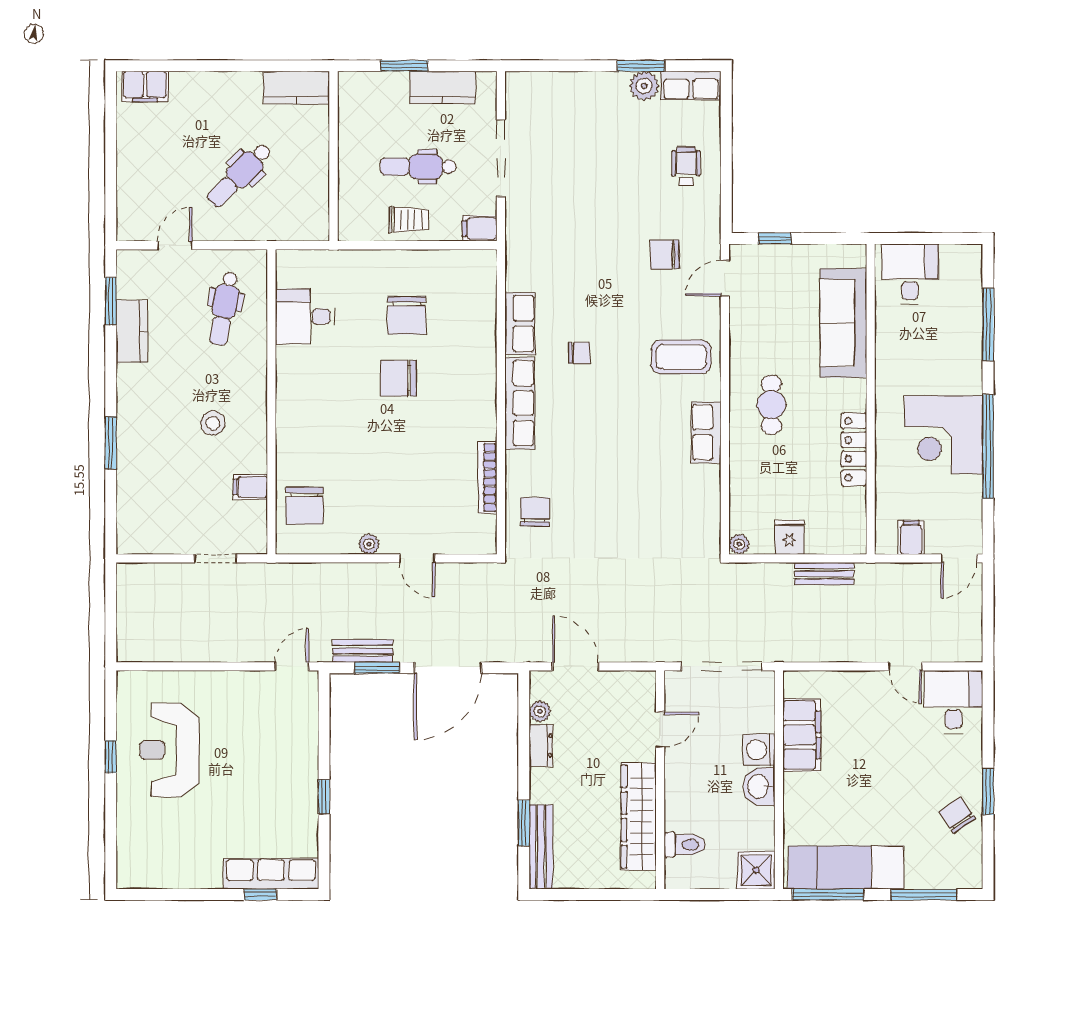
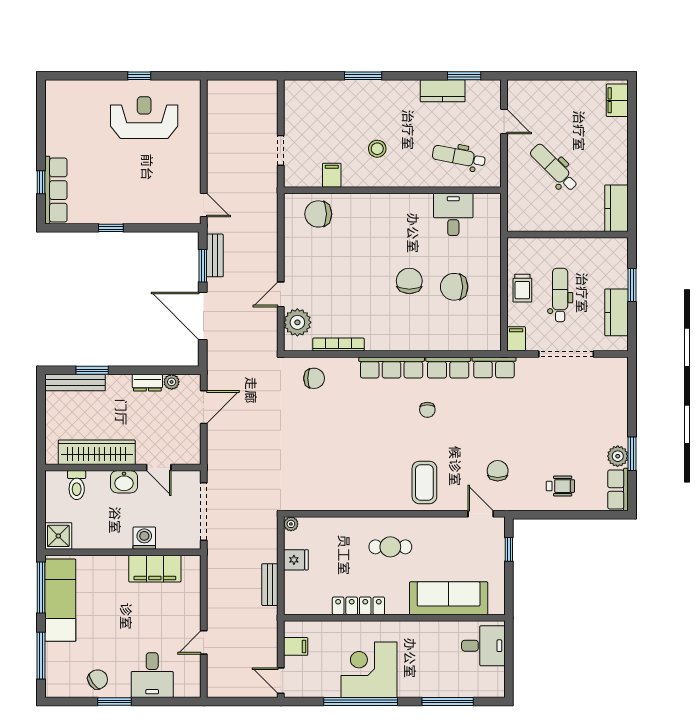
row of seats: (706, 432) -> (494, 367), moved, turned 180
plant: (369, 544) -> (297, 322), moved, width x1.88, depth x1.88
desk: (953, 702) -> (152, 675), moved, turned 90
washbasin: (759, 786) -> (124, 482), moved, turned 180

